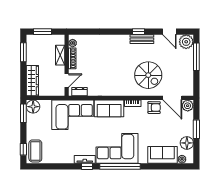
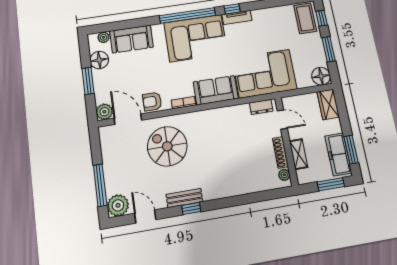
freezer: (33, 51) -> (338, 154), added
wardrobe: (32, 81) -> (328, 104), width x0.67
door: (67, 81) -> (282, 120), swing flipped
window: (23, 113) -> (329, 49), moved

